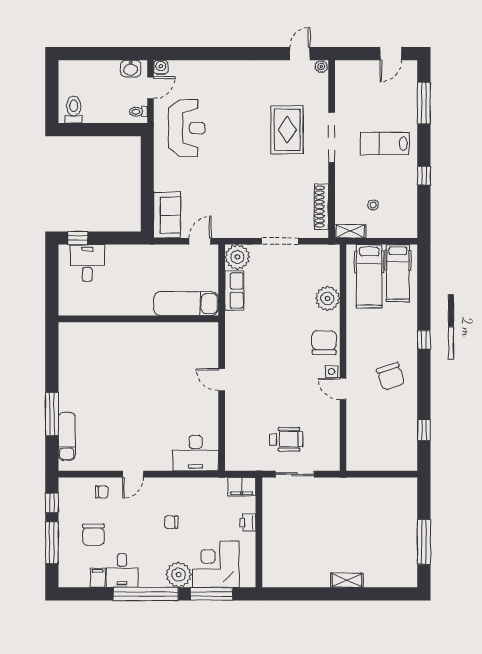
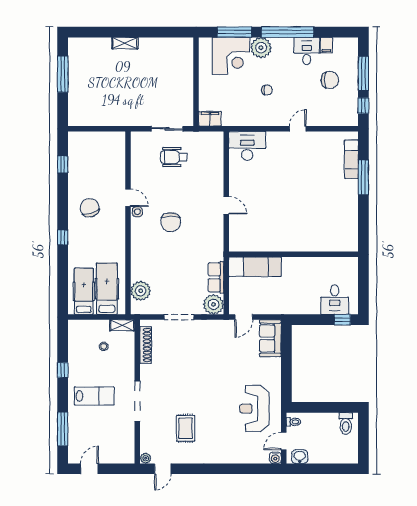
rug: (287, 130) -> (186, 428), moved, width x0.73, depth x0.70
plant: (328, 298) -> (141, 291), moved
chair: (324, 343) -> (171, 222), moved
chair: (102, 492) -> (323, 114), removed
printer: (248, 523) -> (205, 90), removed
chair: (93, 535) -> (330, 80), turned 90

